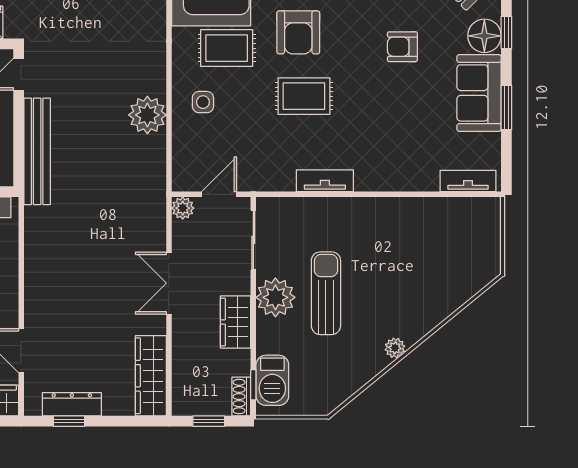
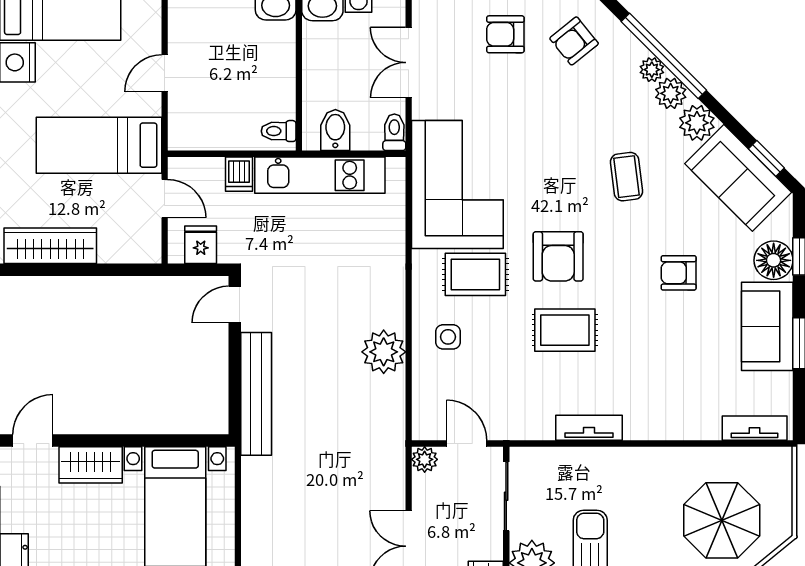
door: (219, 194) -> (467, 444), hinge flipped
parasol: (440, 261) -> (722, 520), added

